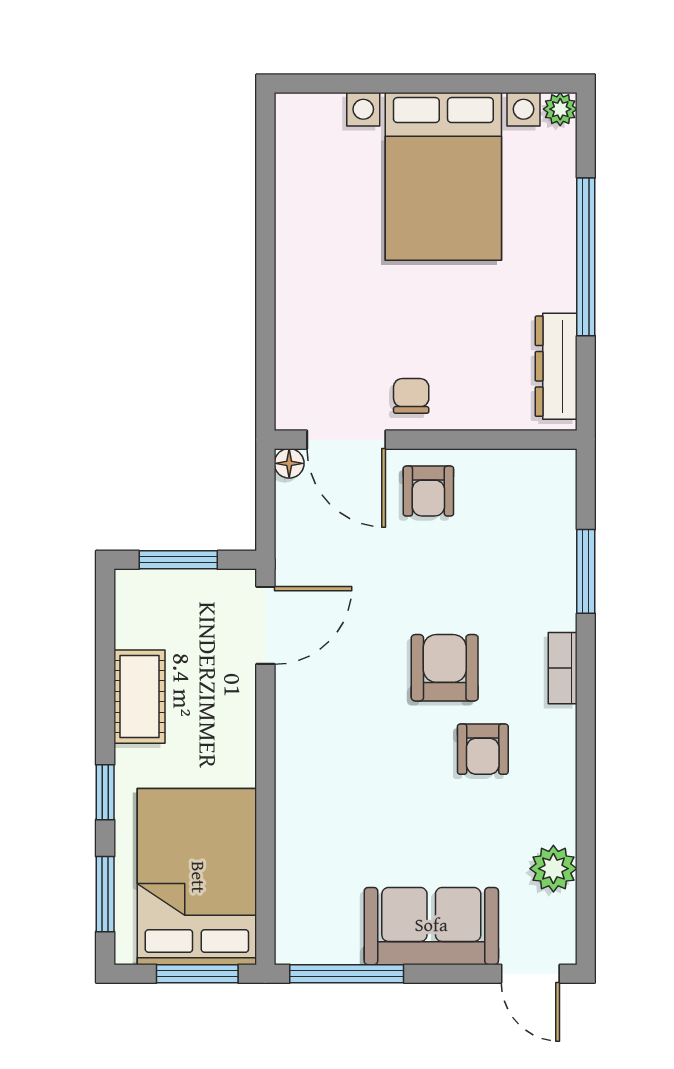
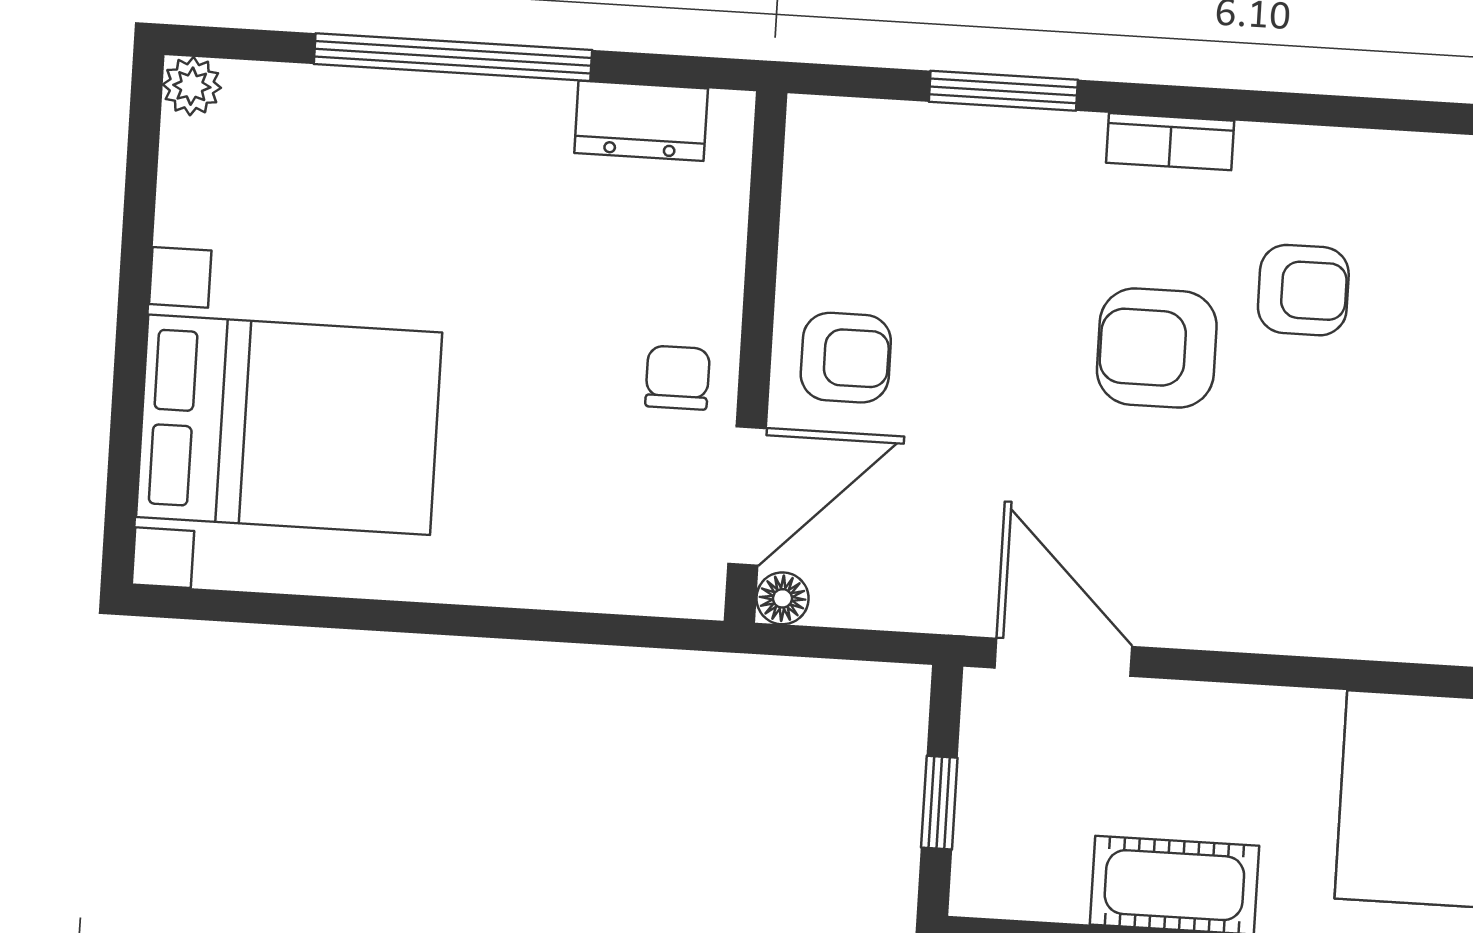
bed with nightstands: (443, 176) -> (289, 425), moved
dresser: (556, 366) -> (641, 121), width x0.70
chair: (411, 396) -> (678, 378), turned 90
window: (178, 560) -> (939, 803), width x0.67

